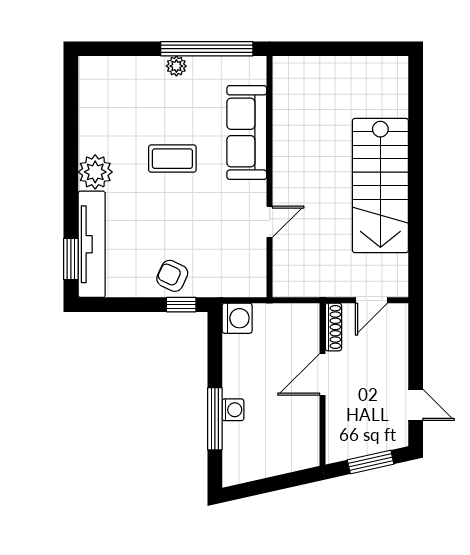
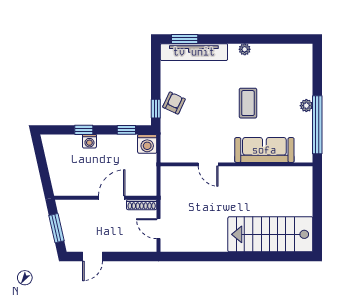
plant: (95, 172) -> (245, 49), width x0.53, depth x0.53
stairs: (380, 186) -> (270, 234), moved
window: (215, 351) -> (126, 130), added
door: (322, 374) -> (112, 198), hinge flipped
window: (215, 419) -> (84, 130), width x0.46

